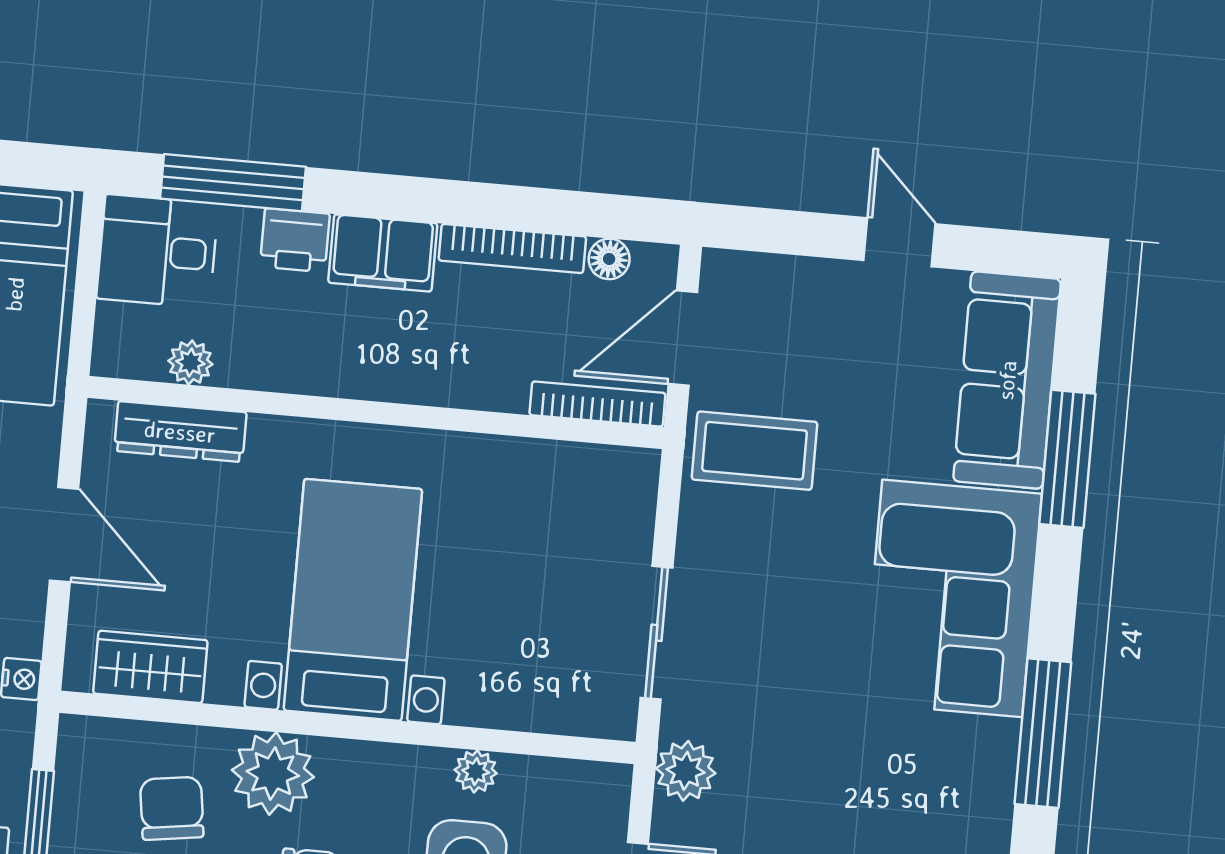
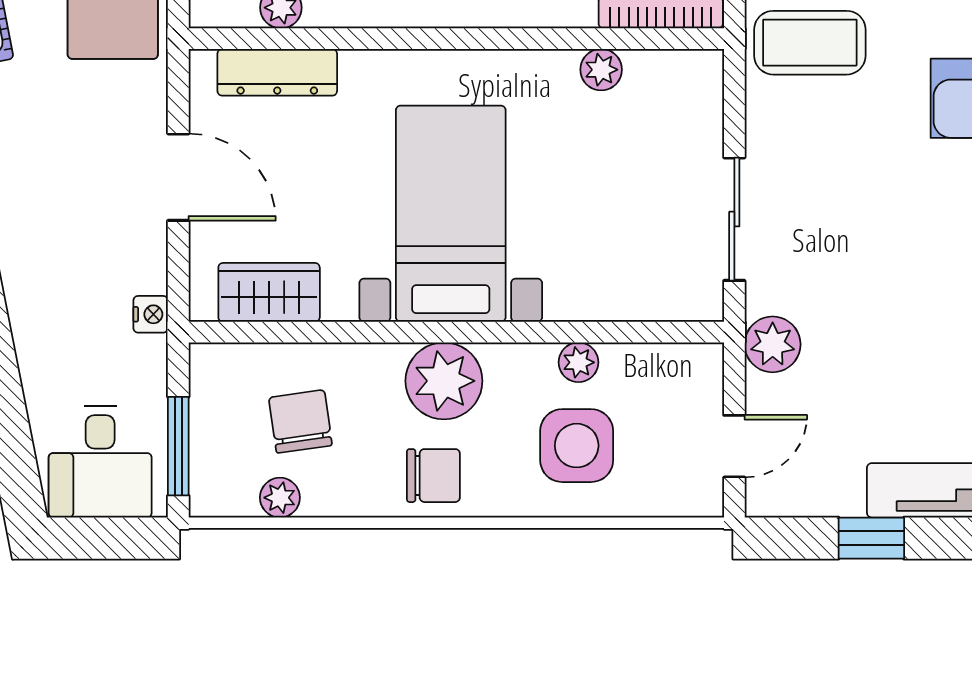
plant: (528, 460) -> (601, 70), added
plant: (273, 773) -> (444, 381), moved

